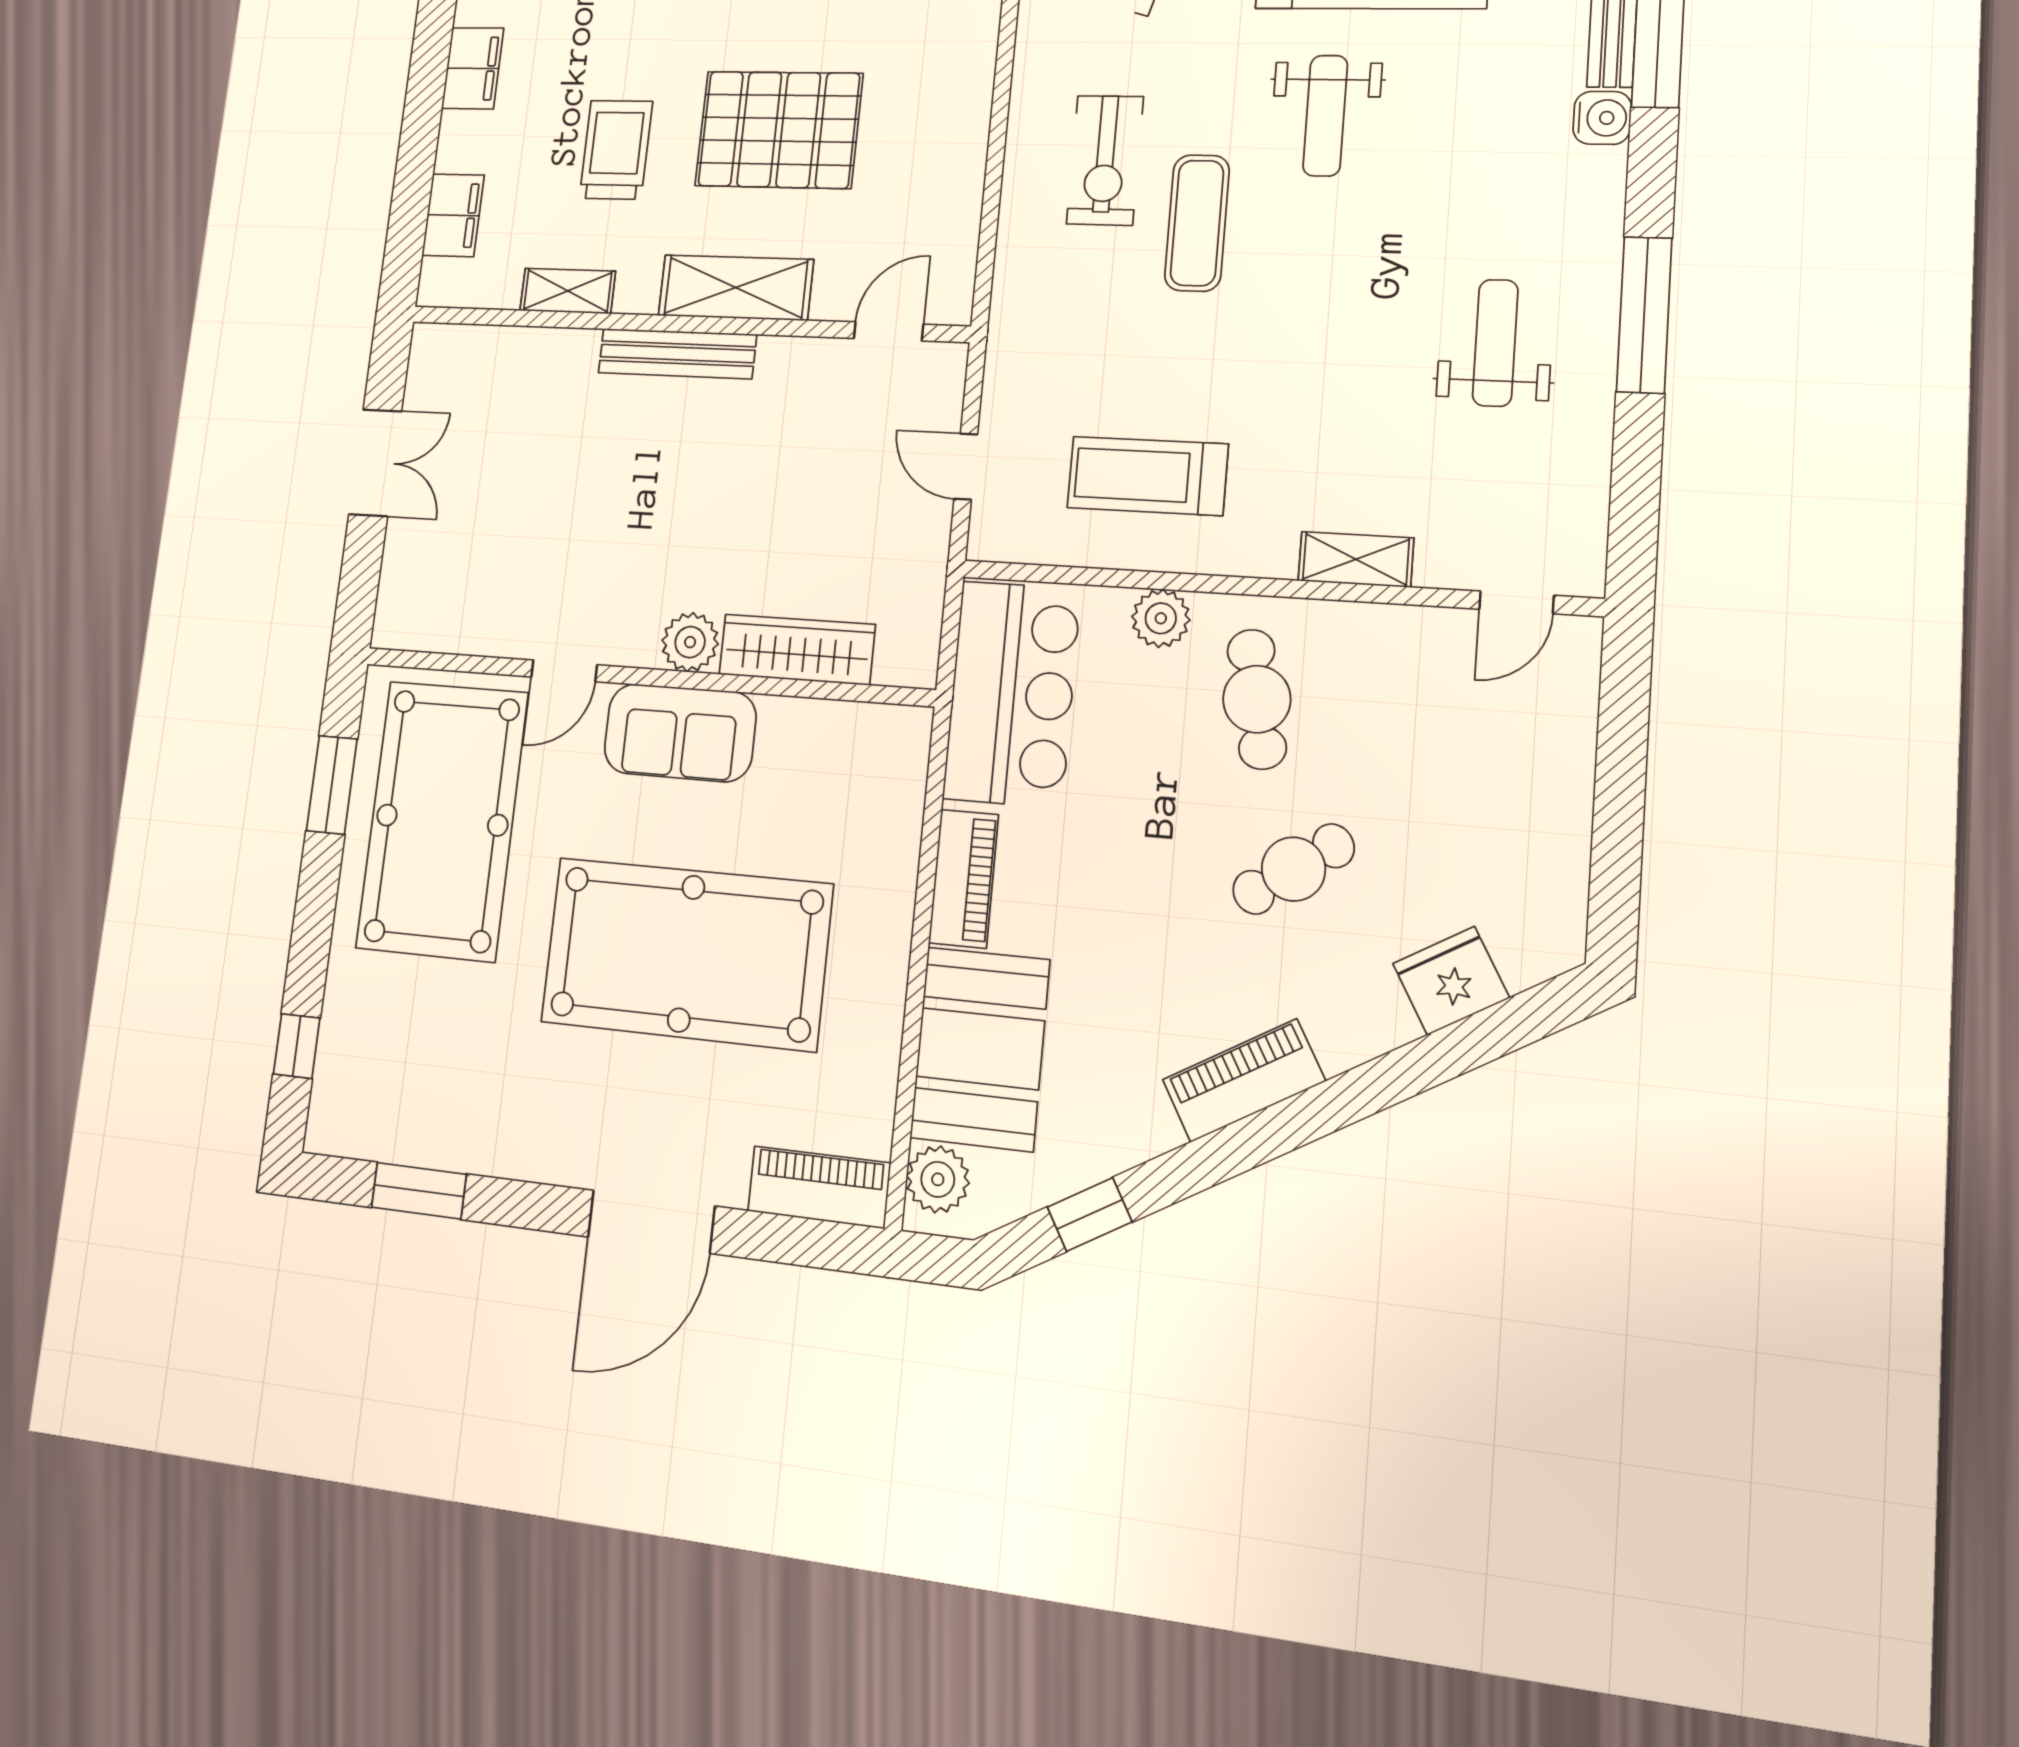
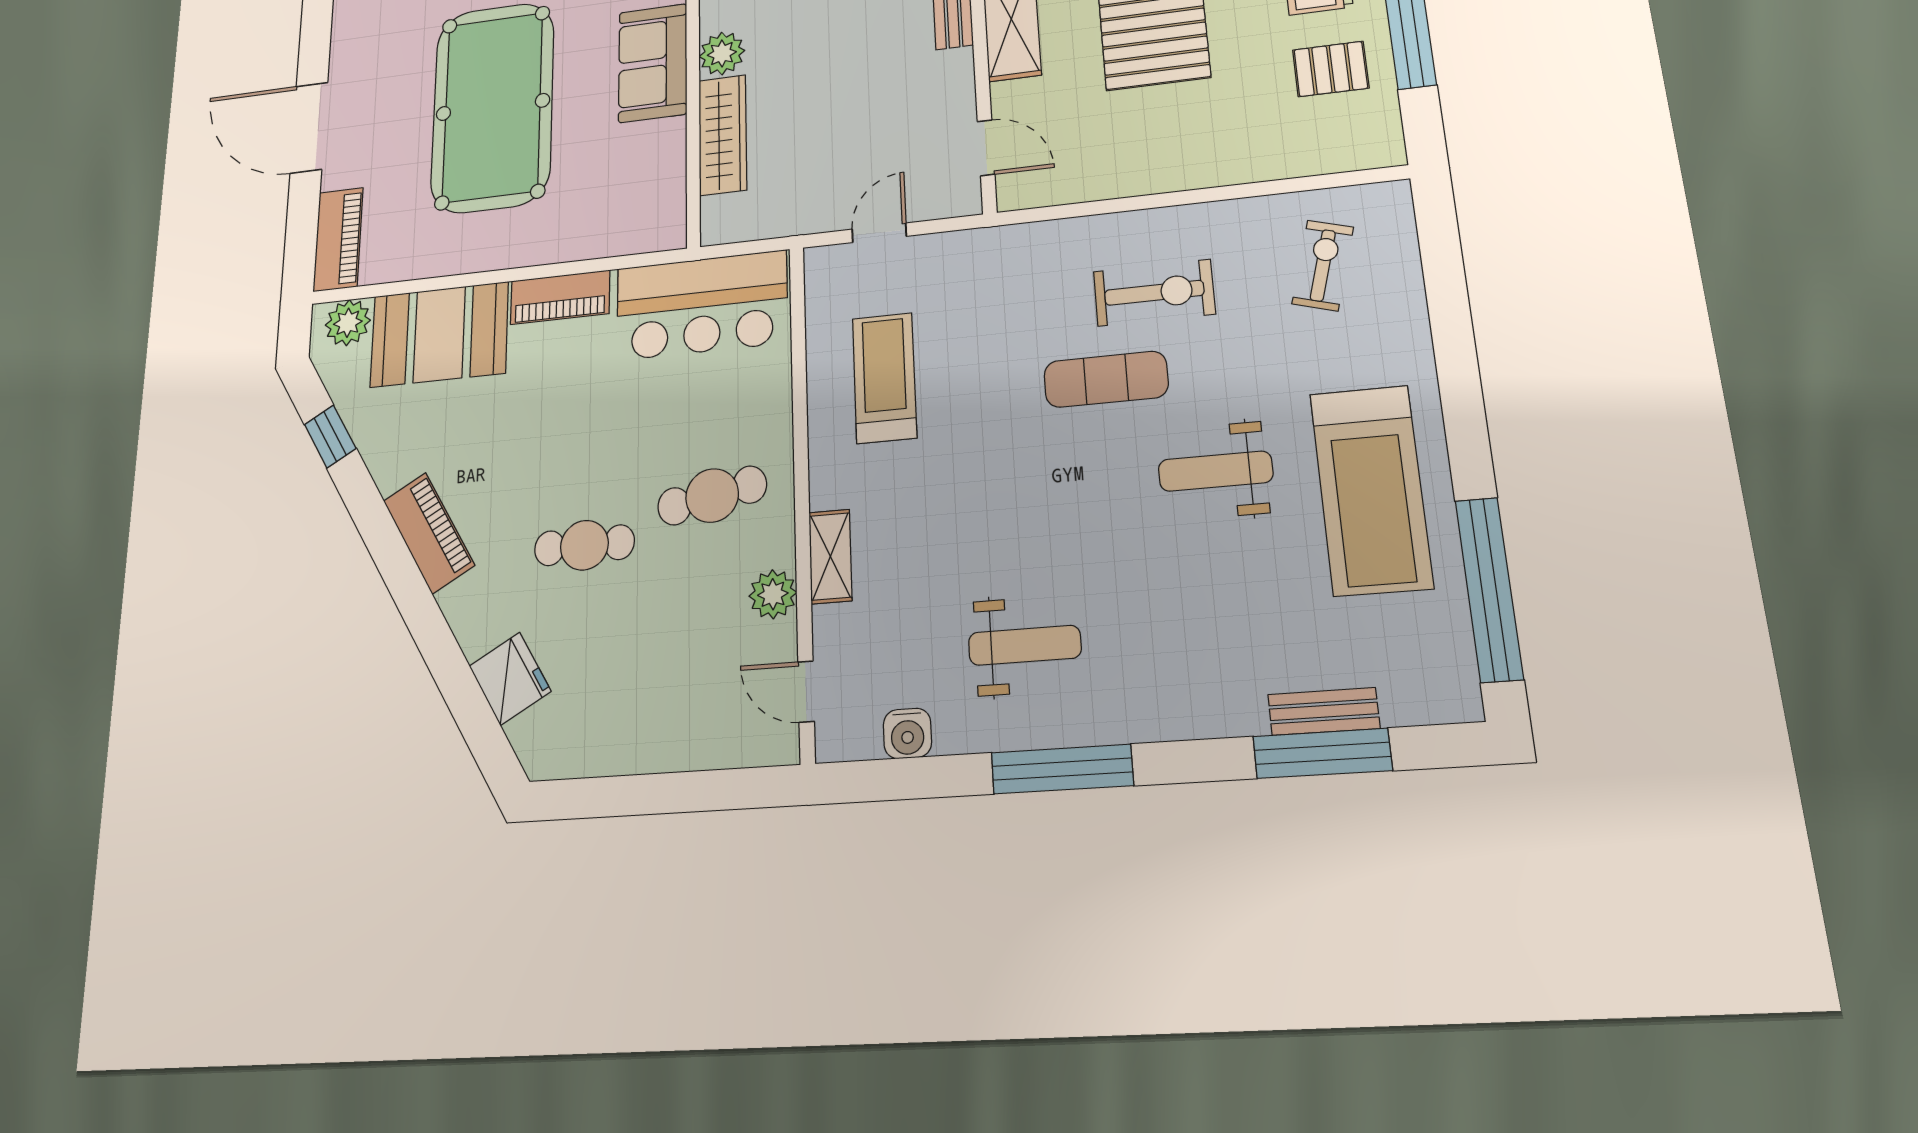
water cooler: (1602, 118) -> (907, 733), moved
exercise bike: (1105, 160) -> (1154, 293), turned 180
plant: (1161, 618) -> (773, 594), moved
cafe table: (1293, 869) -> (584, 545), turned -55

